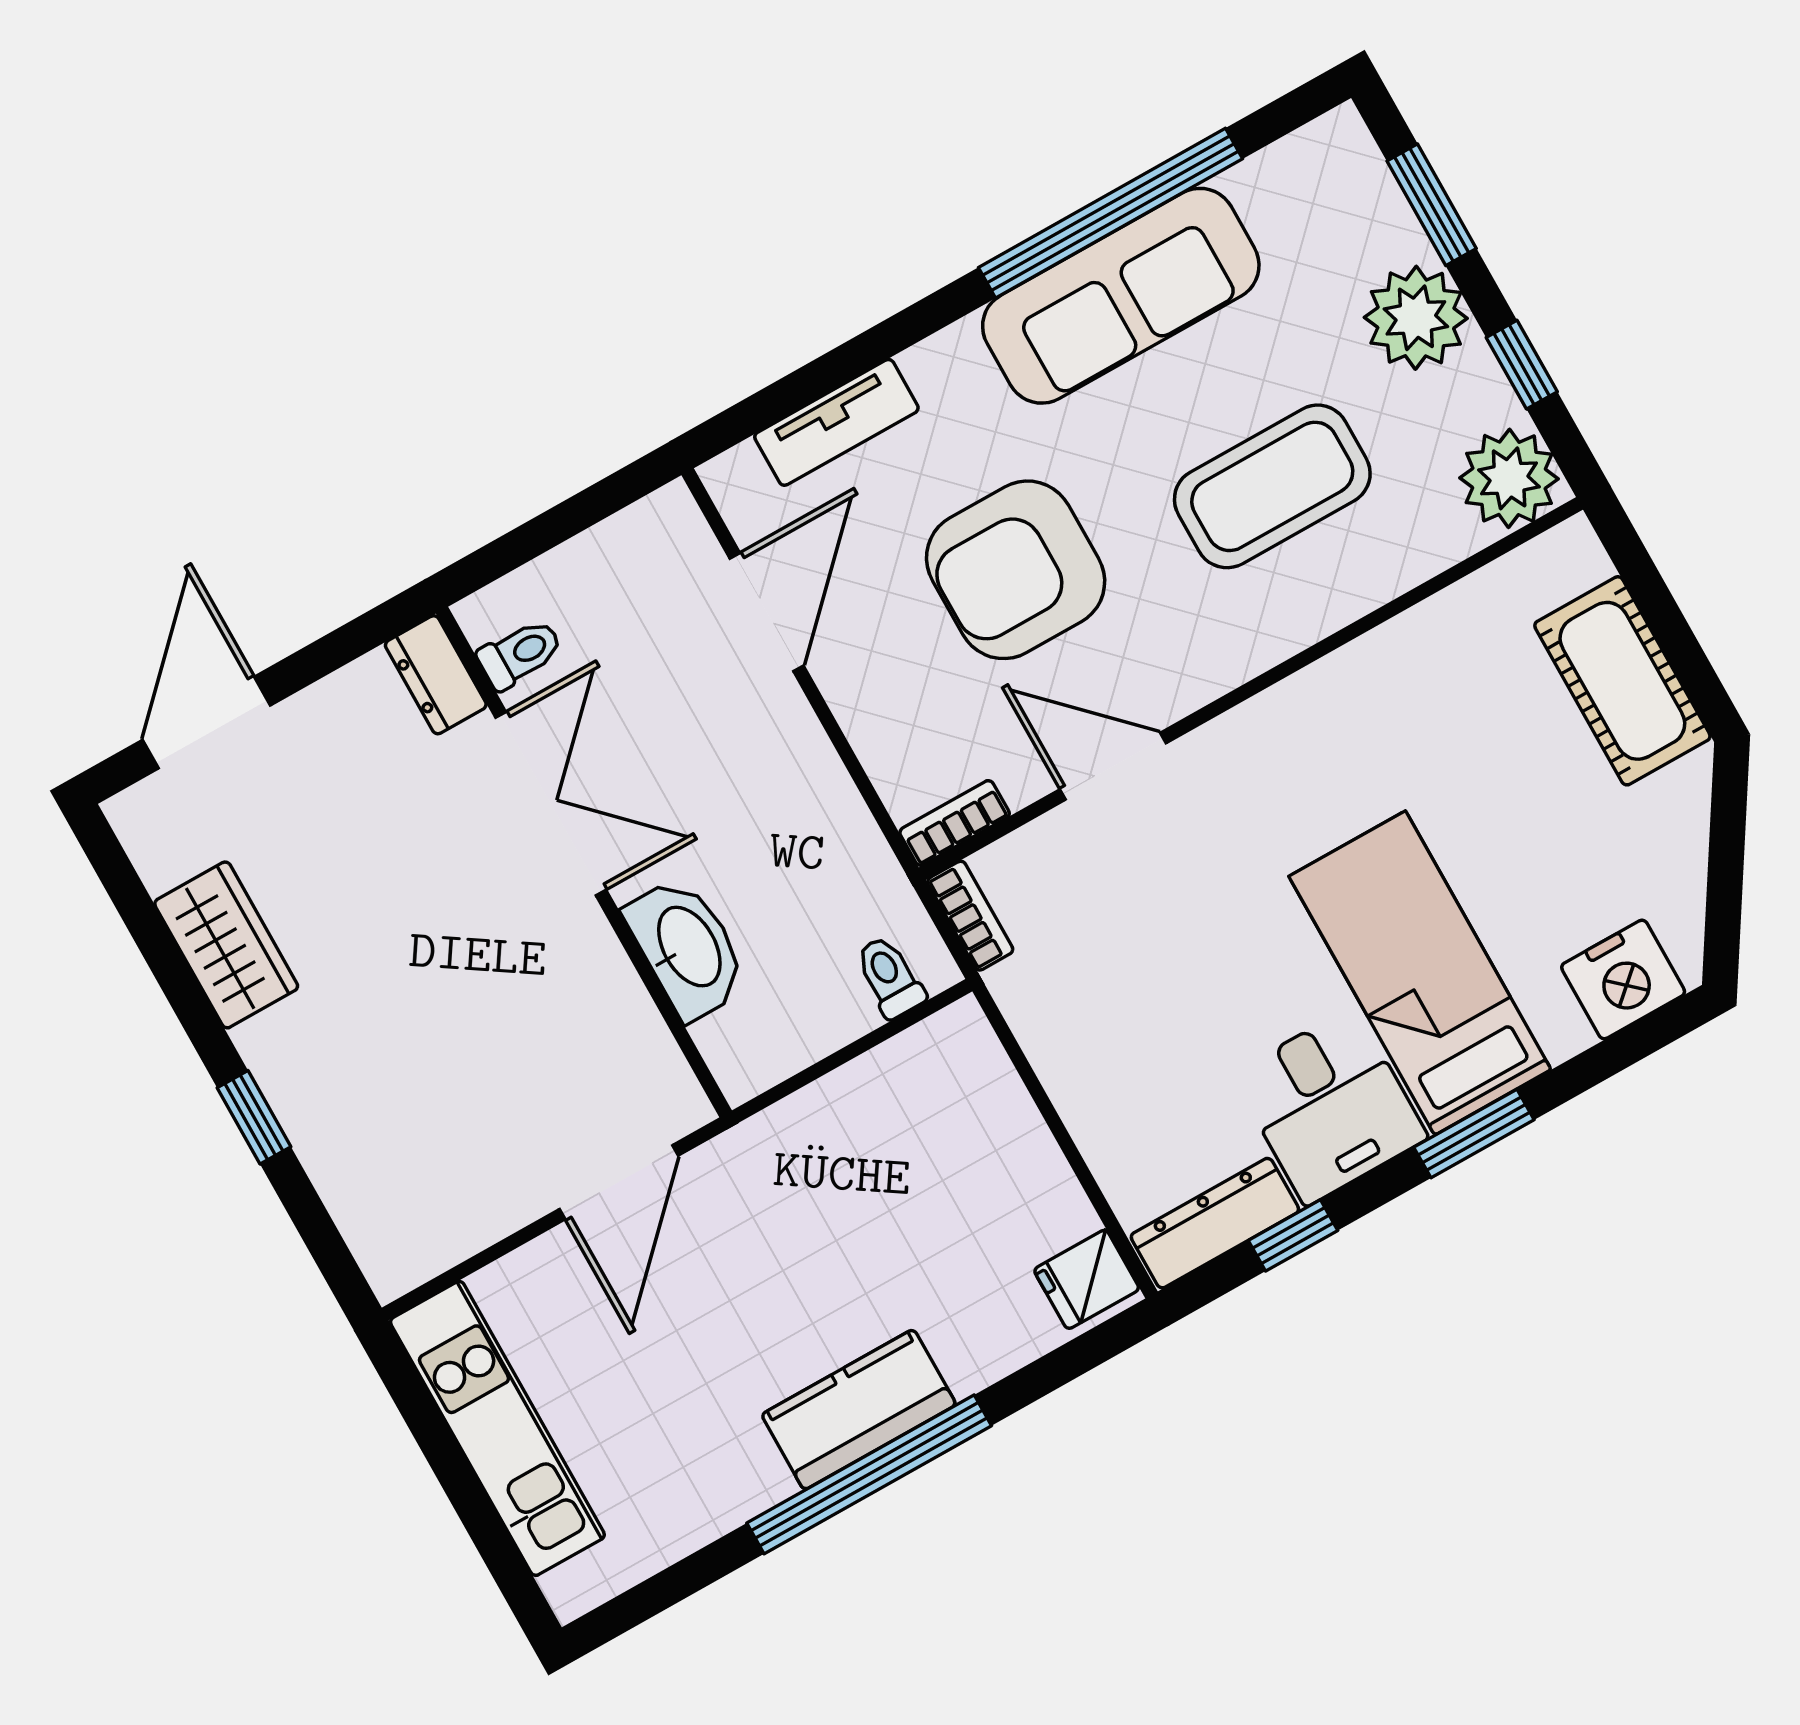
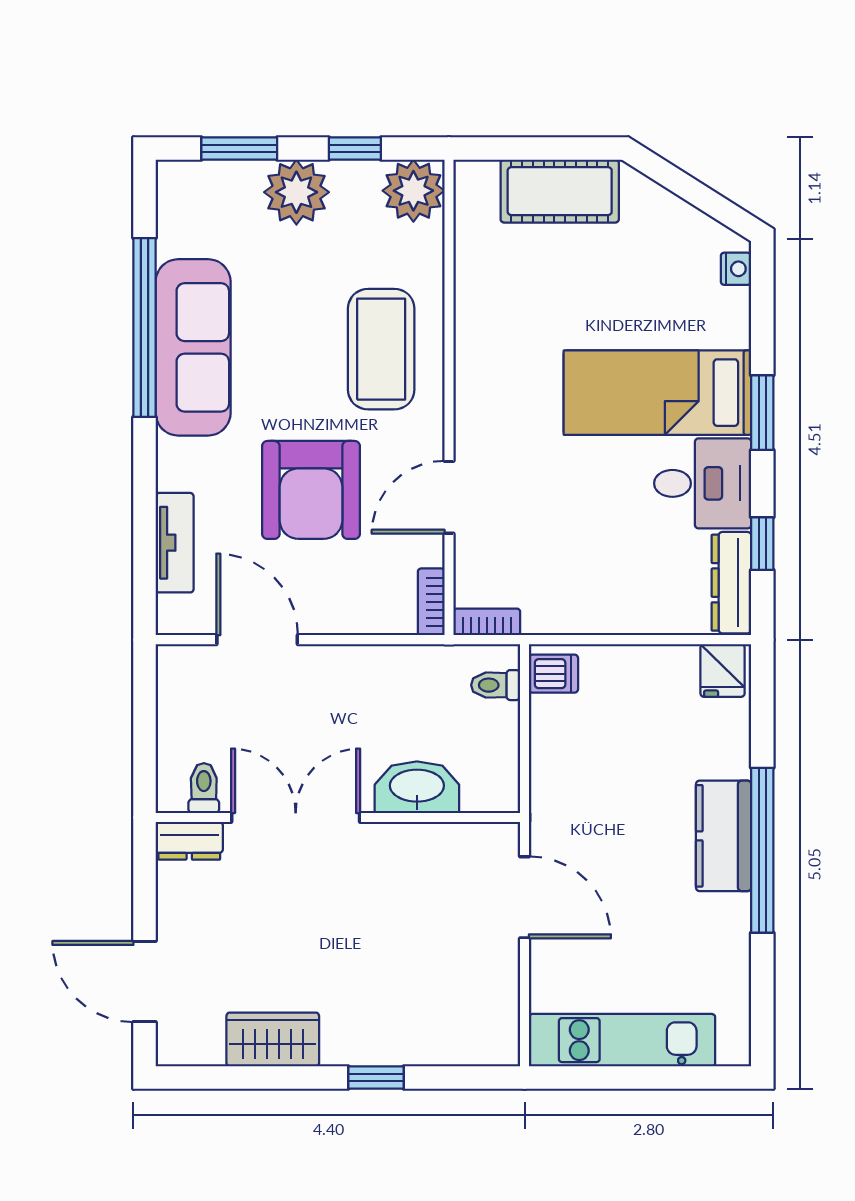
coffee table: (1272, 486) -> (381, 349), moved
nightstand: (1623, 979) -> (736, 269), width x0.53, depth x0.56
dishwasher: (951, 1048) -> (554, 674), added

